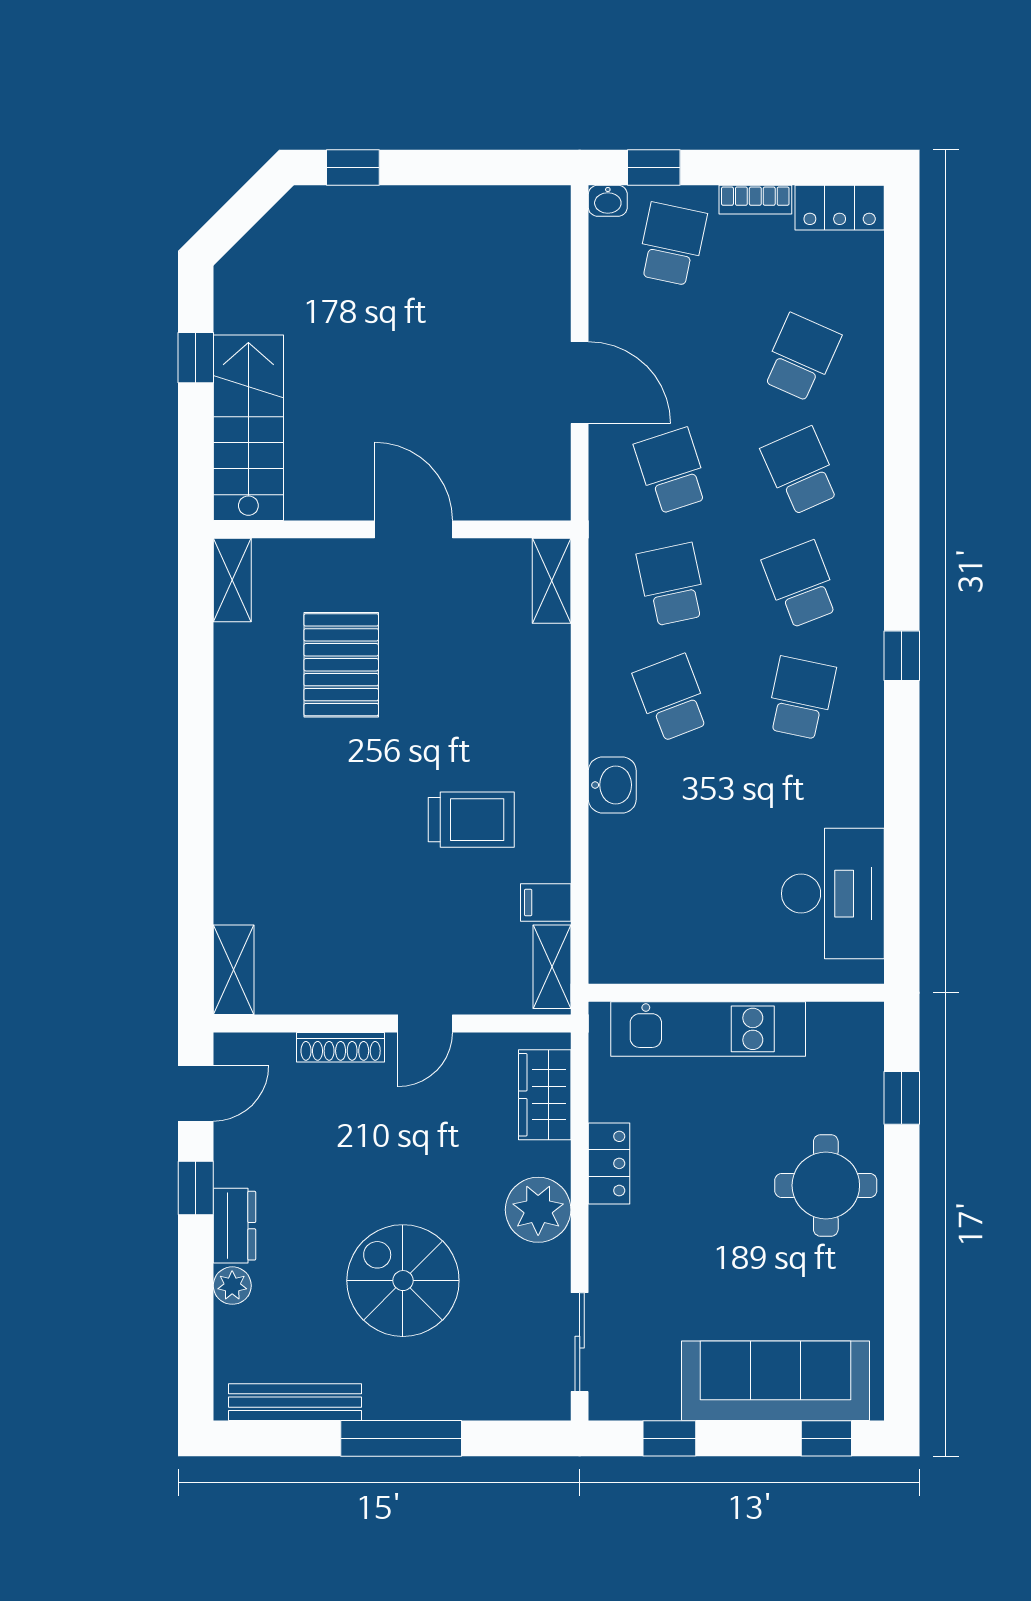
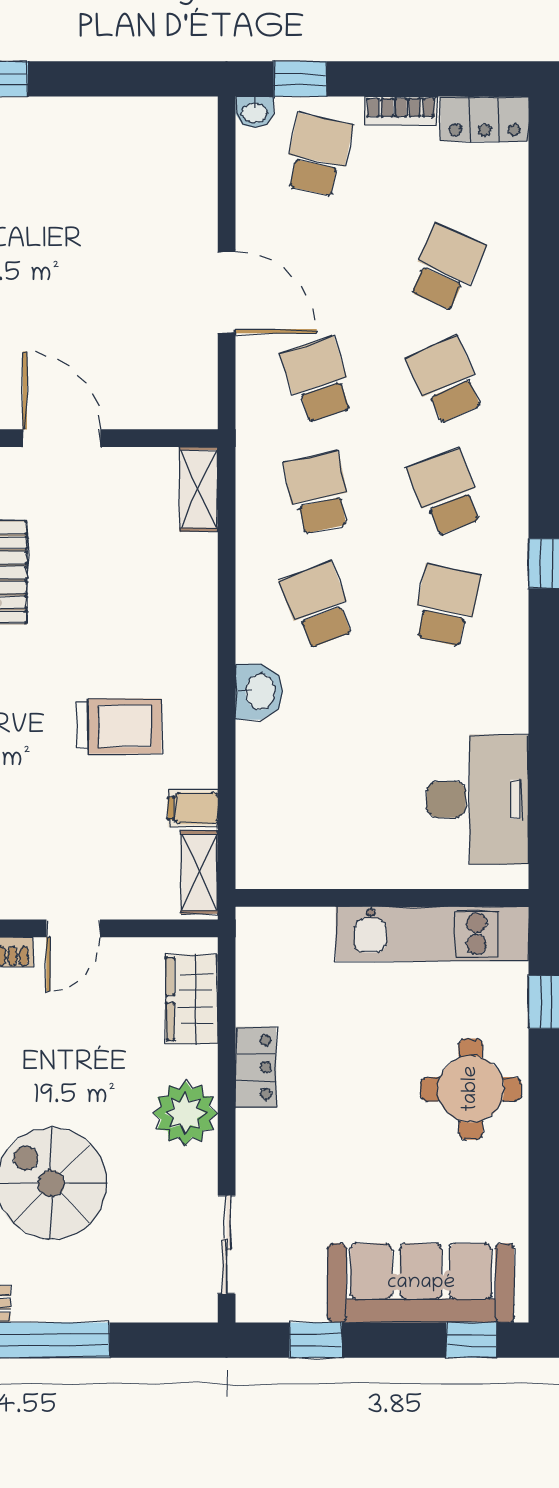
kitchen unit: (708, 1029) -> (432, 934), moved

